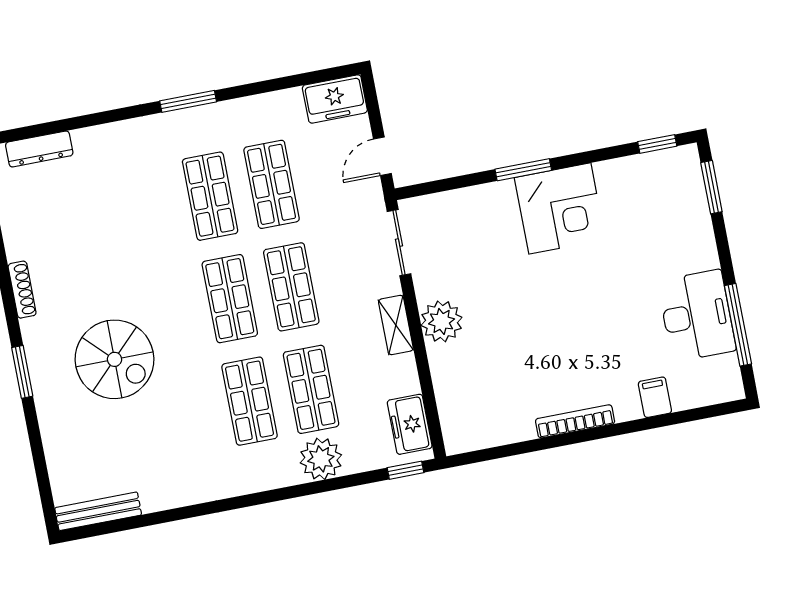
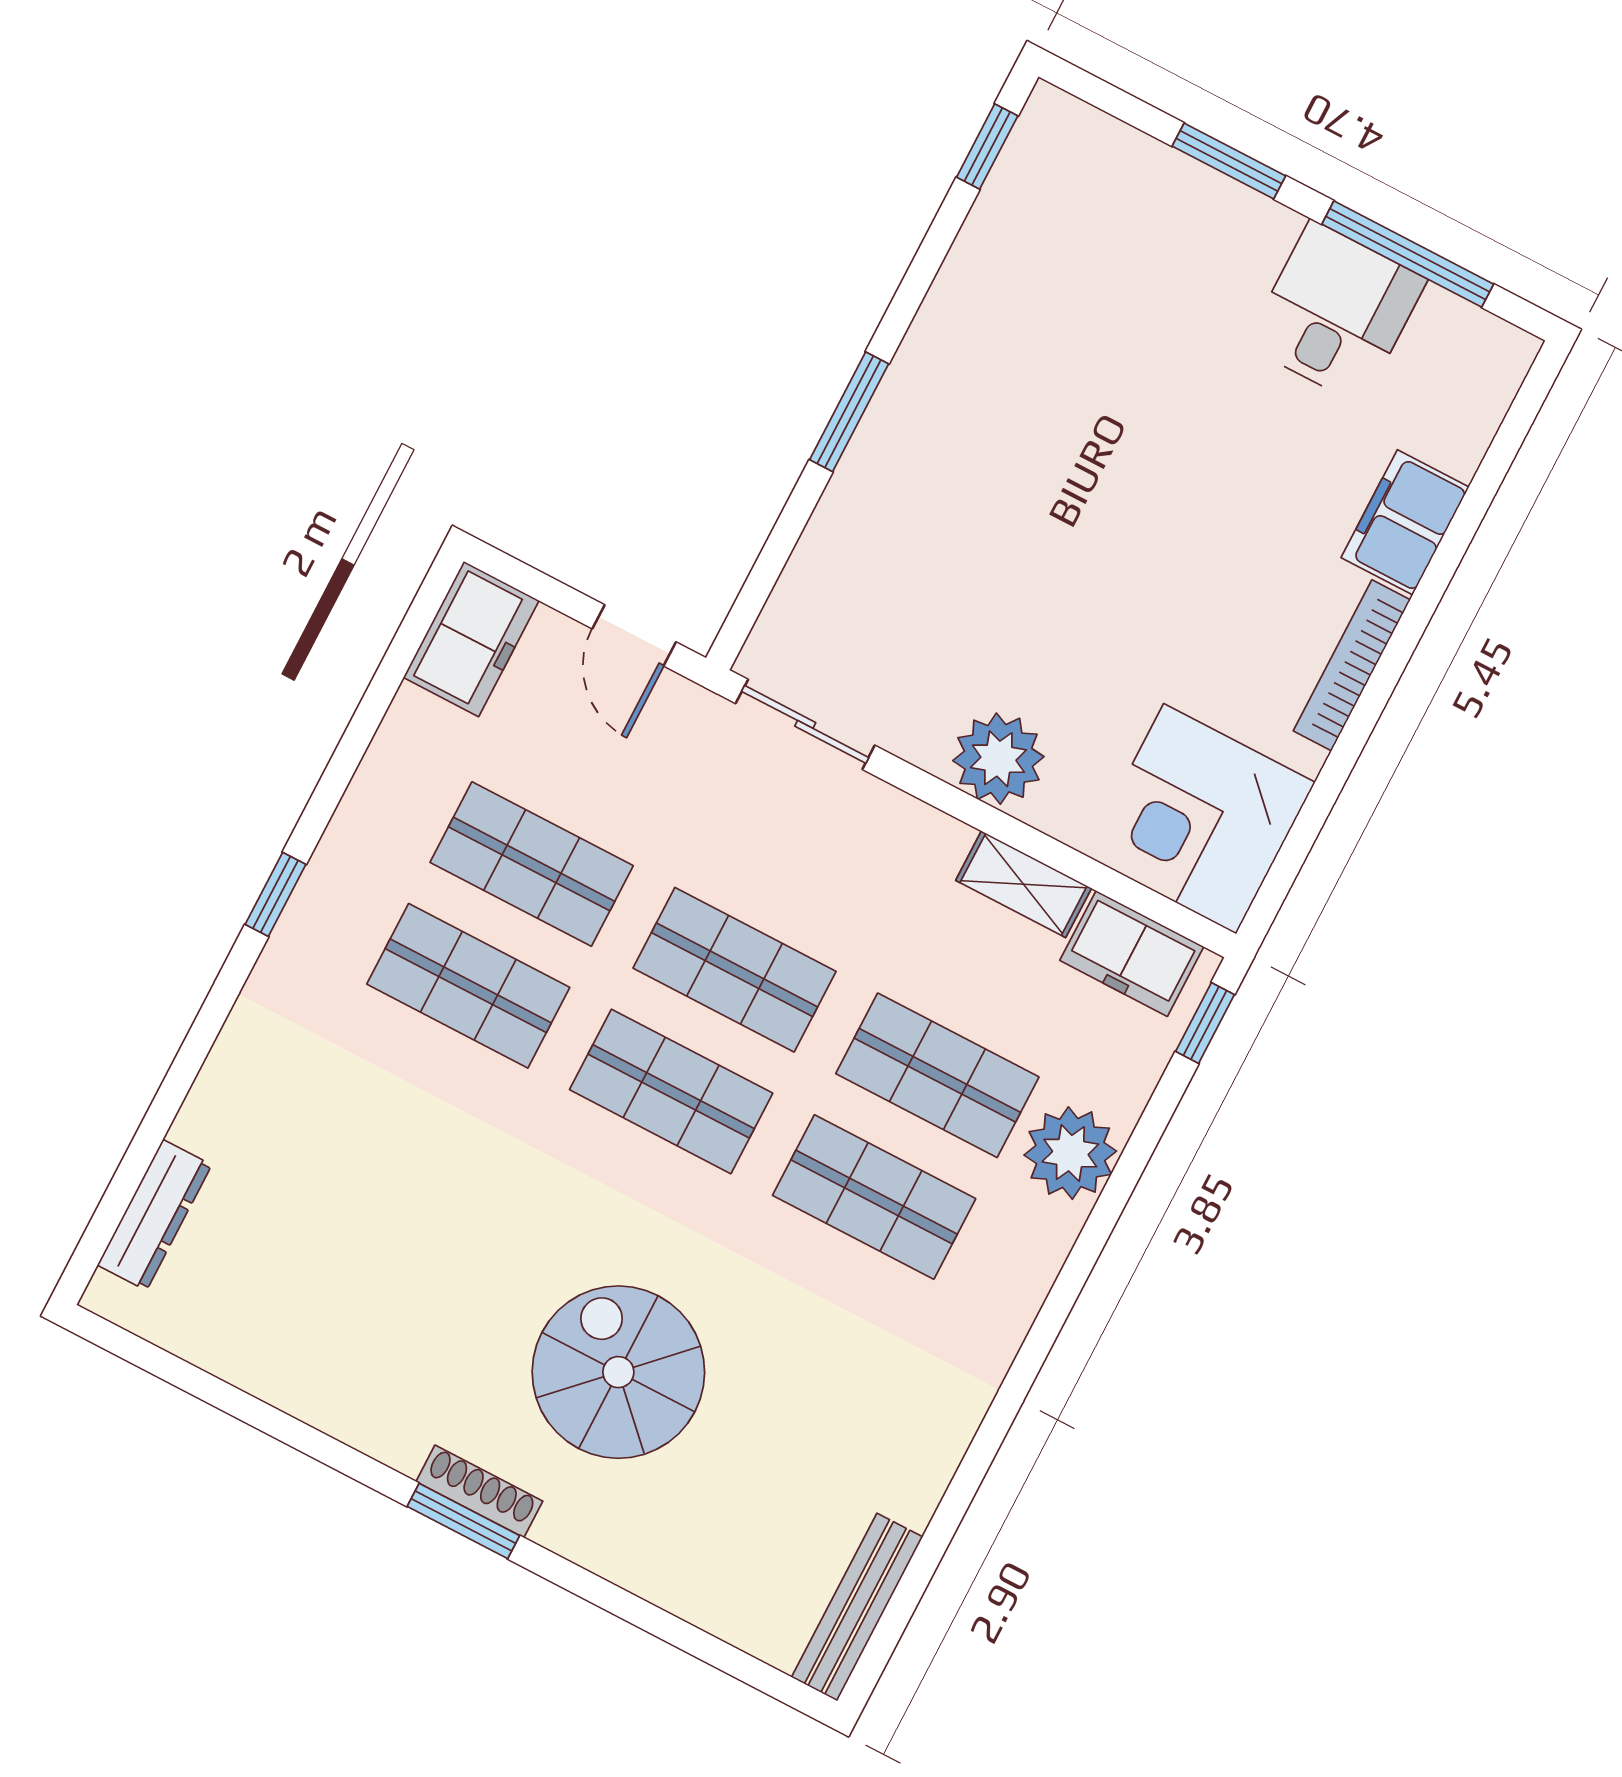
window: (188, 101) -> (276, 894), width x0.67
window: (711, 187) -> (1229, 161), moved
corner desk: (560, 208) -> (1200, 819), moved, turned 180
shoe rack: (22, 290) -> (479, 1491), moved
desk: (697, 316) -> (1336, 312), width x0.73
shelving: (396, 325) -> (1024, 884), moved
spiral stairs: (114, 359) -> (618, 1372), turned -90
window: (22, 372) -> (463, 1521), moved
filing cabinet: (655, 397) -> (1405, 522), width x2.00

